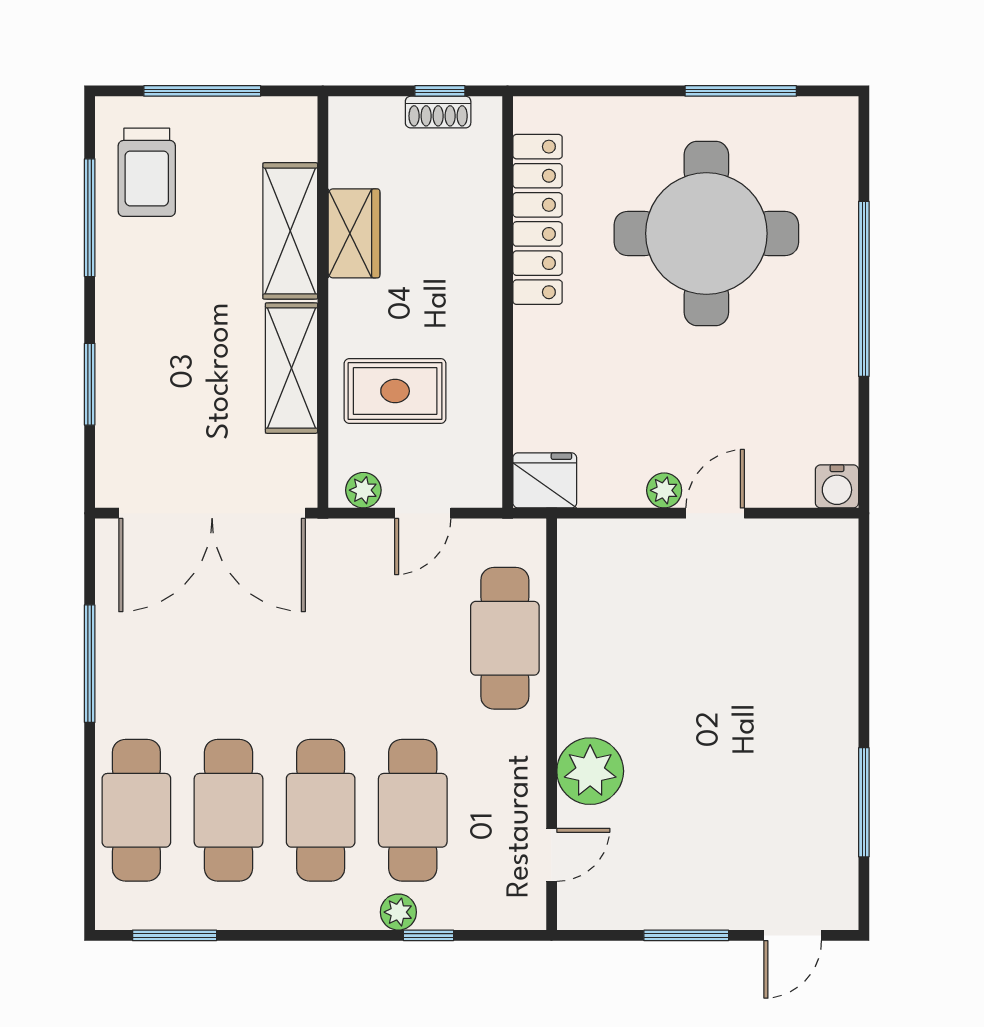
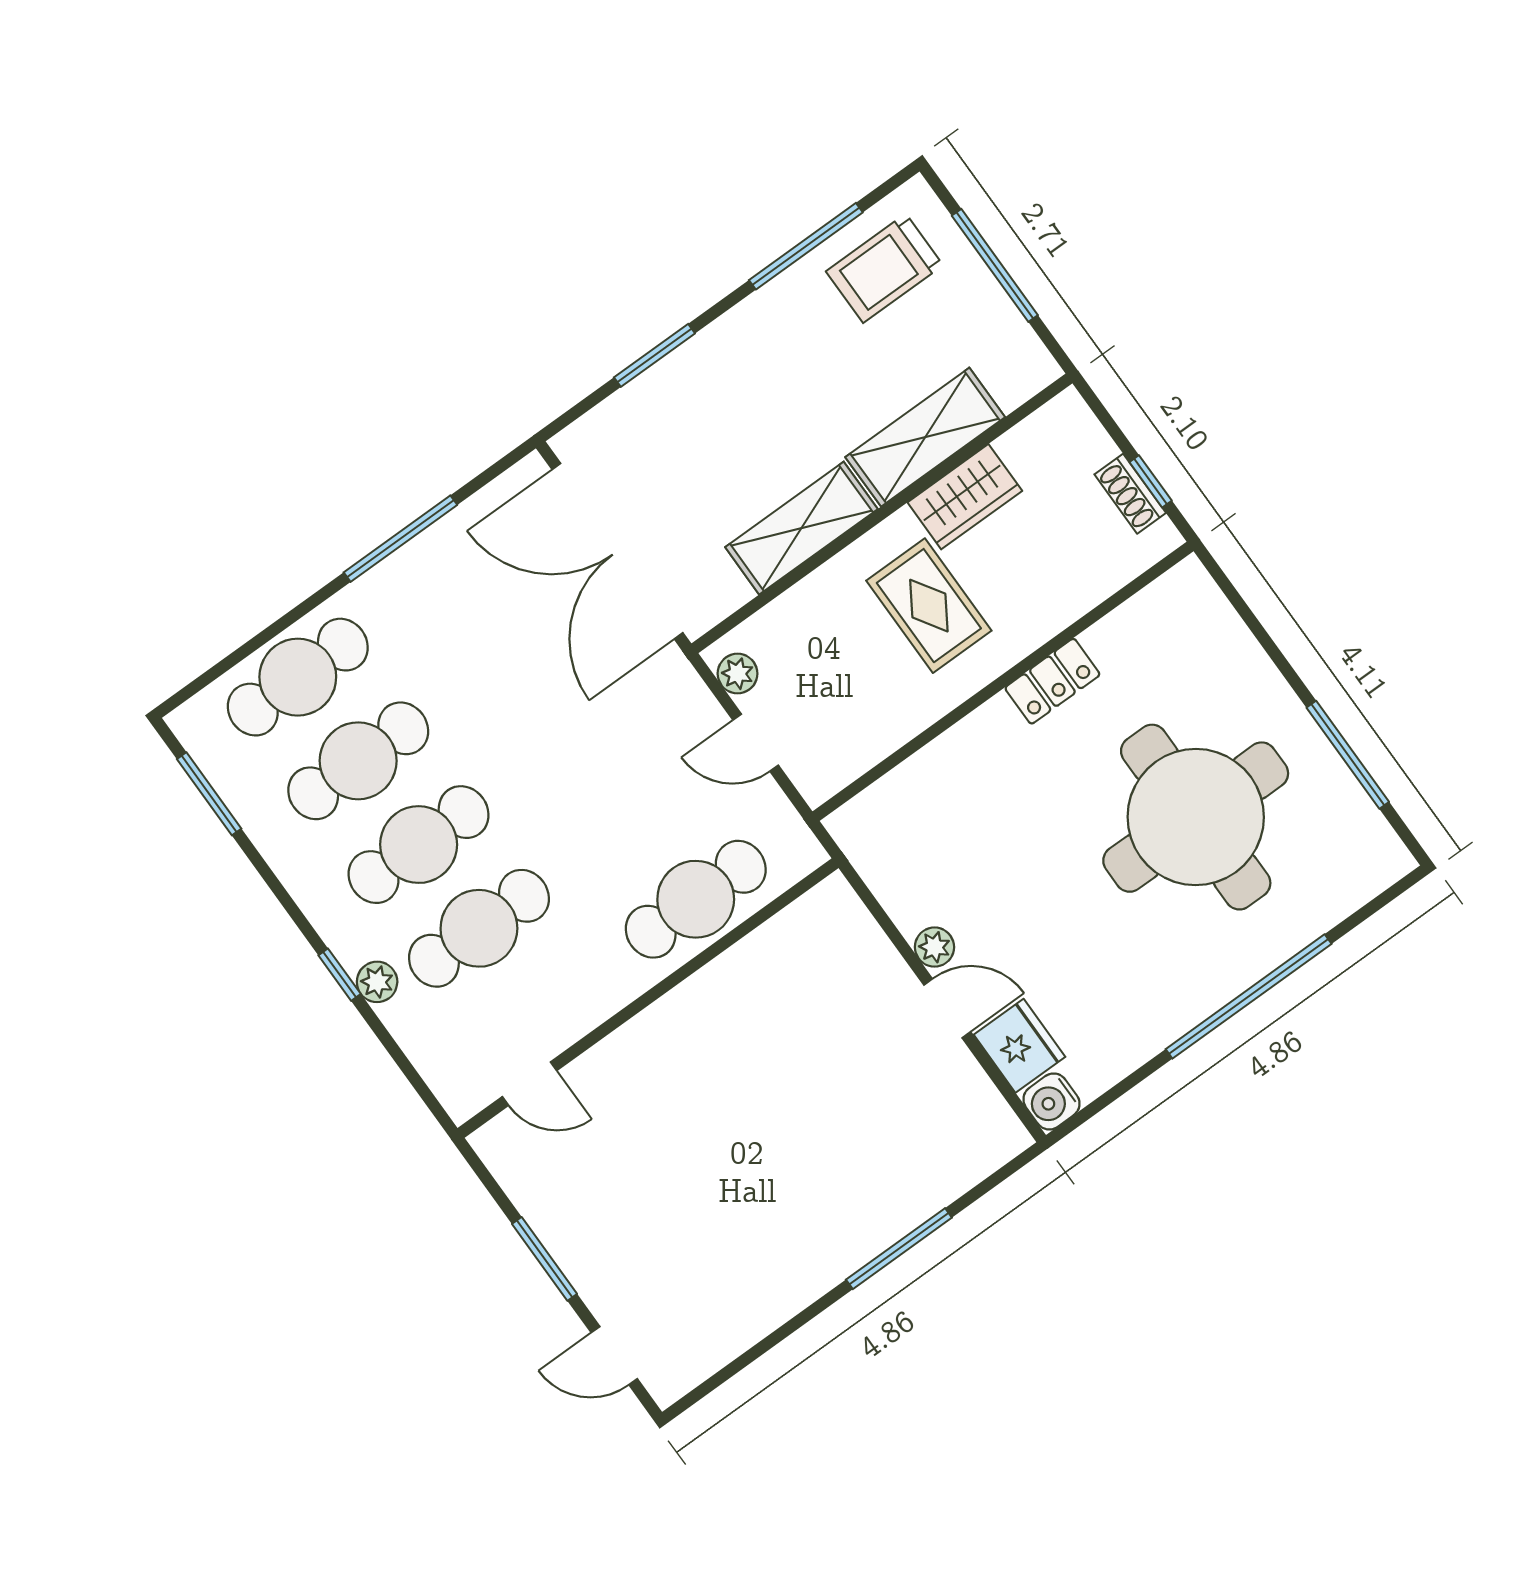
locker: (538, 219) -> (1052, 681), width x0.46, depth x0.83
rug: (395, 391) -> (929, 606), moved
fridge: (545, 480) -> (1020, 1046), moved
plant: (590, 771) -> (631, 1064), removed
window: (864, 802) -> (899, 1249), moved
window: (429, 935) -> (340, 975), moved

